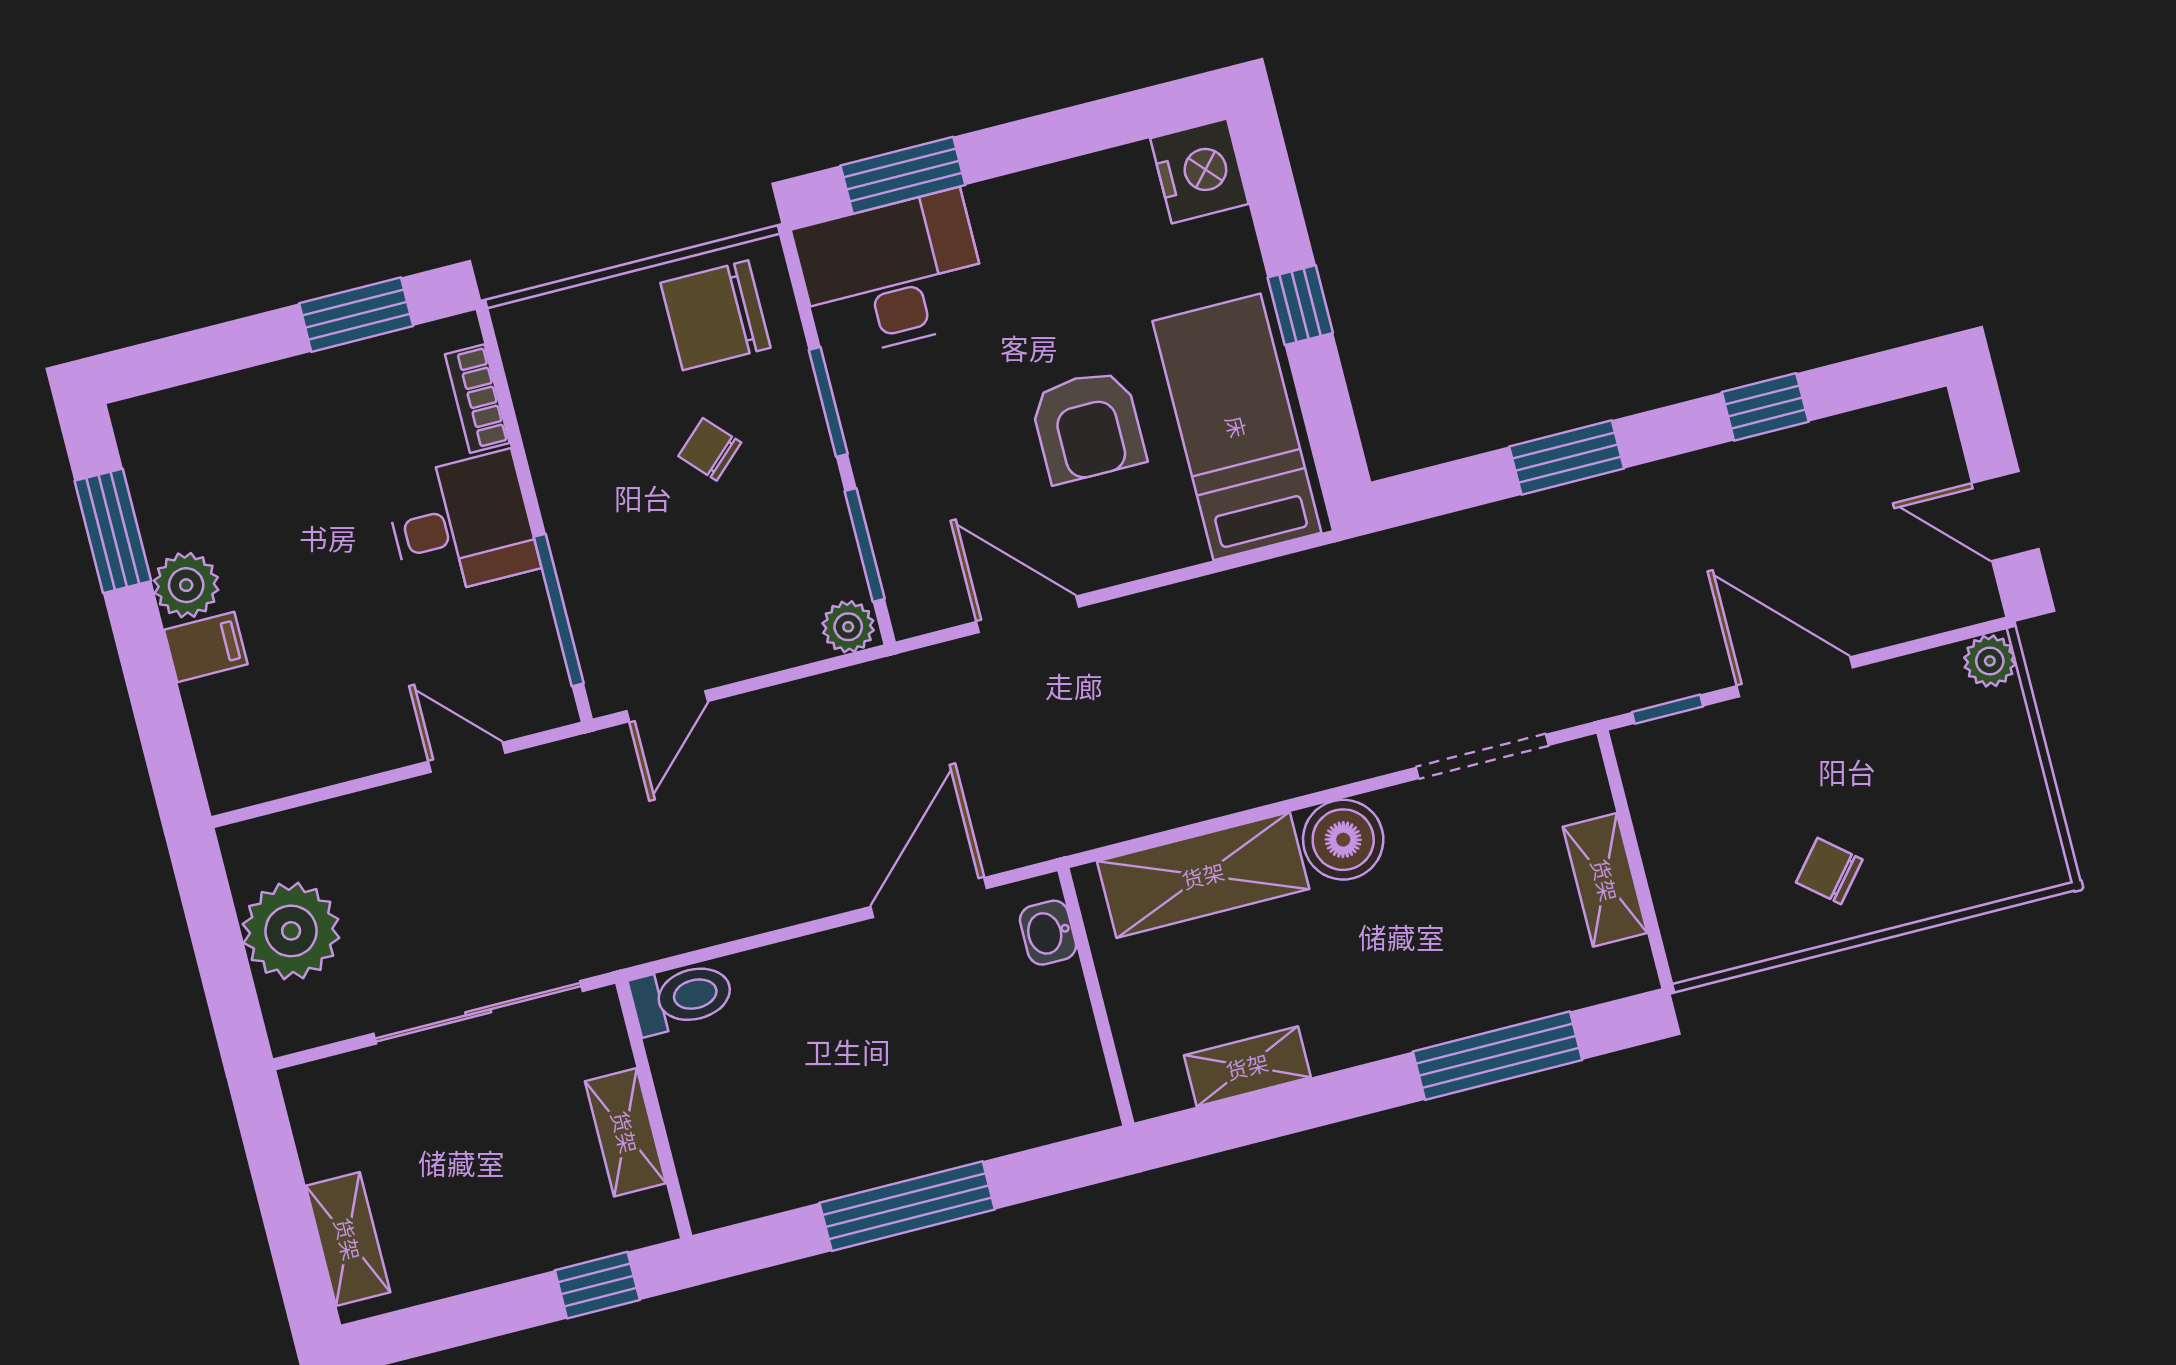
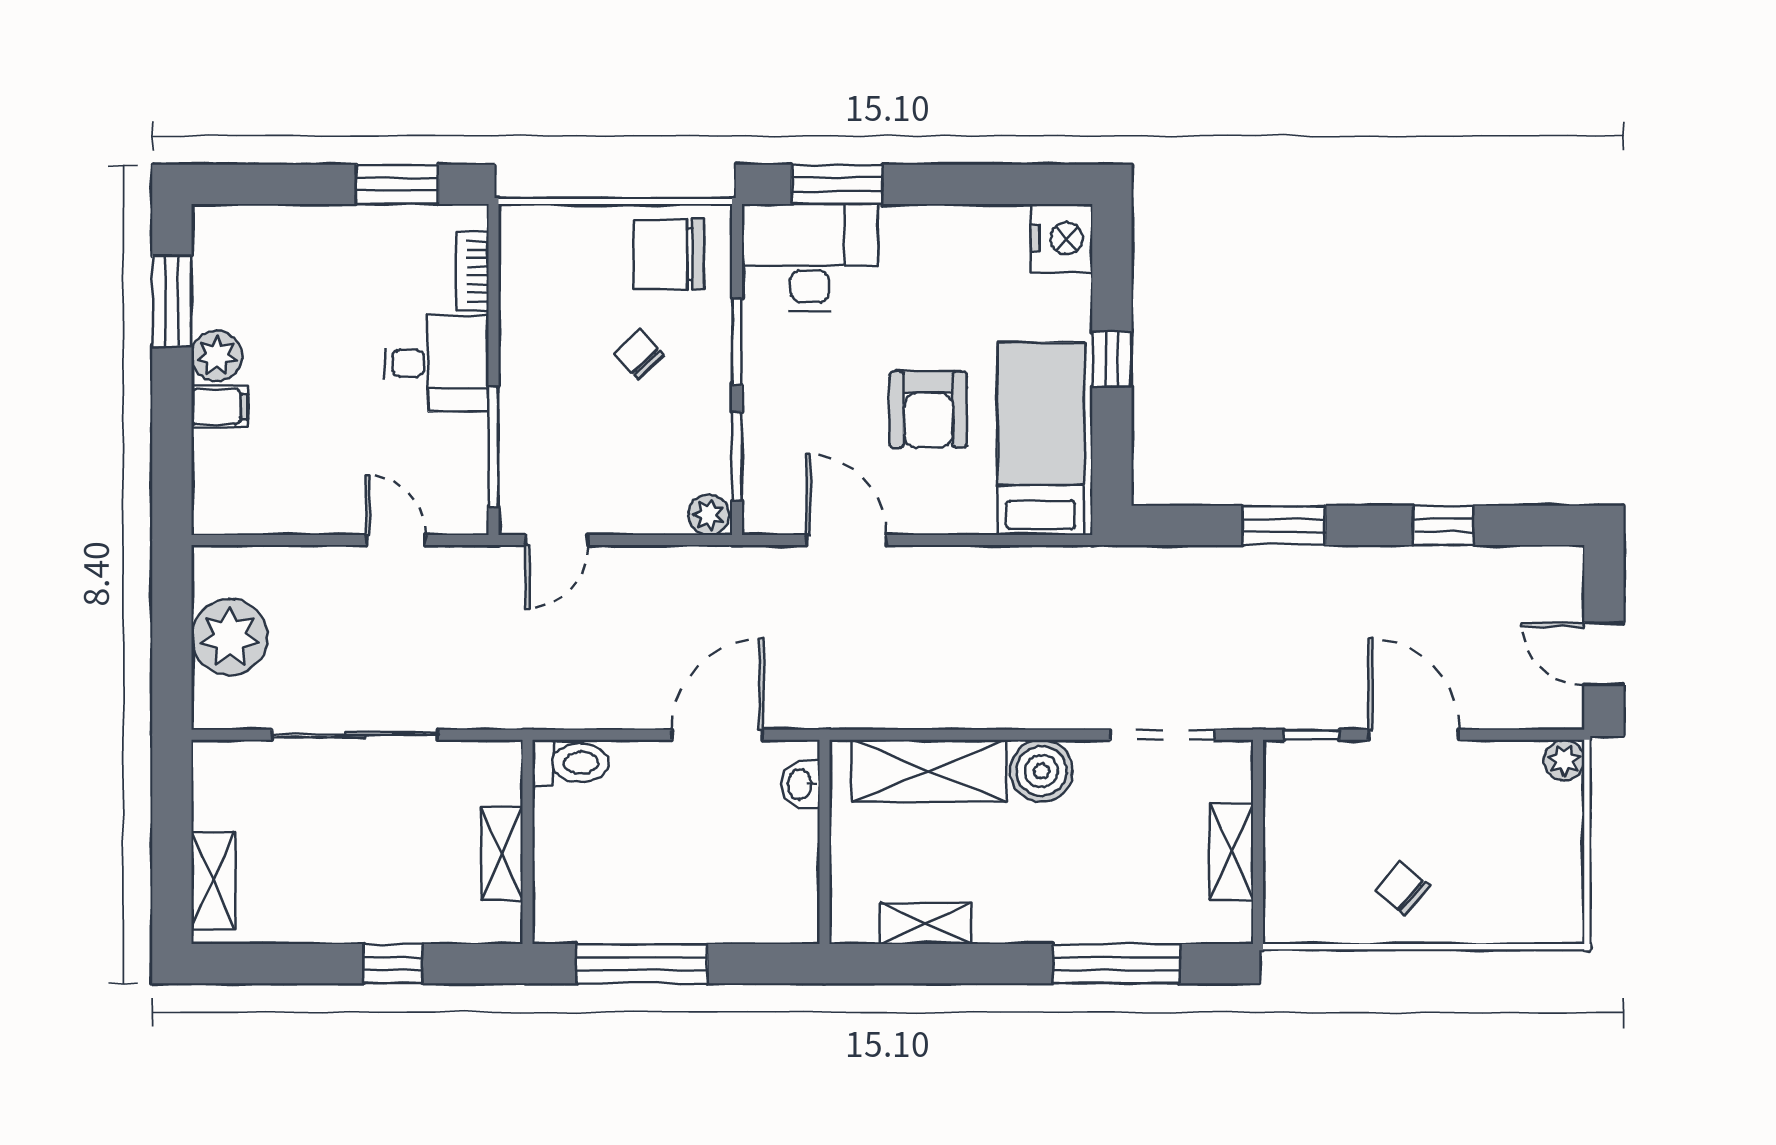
toilet: (682, 997) -> (570, 763), moved
wall: (654, 1109) -> (528, 842), moved
shelving: (625, 1132) -> (502, 854), moved

